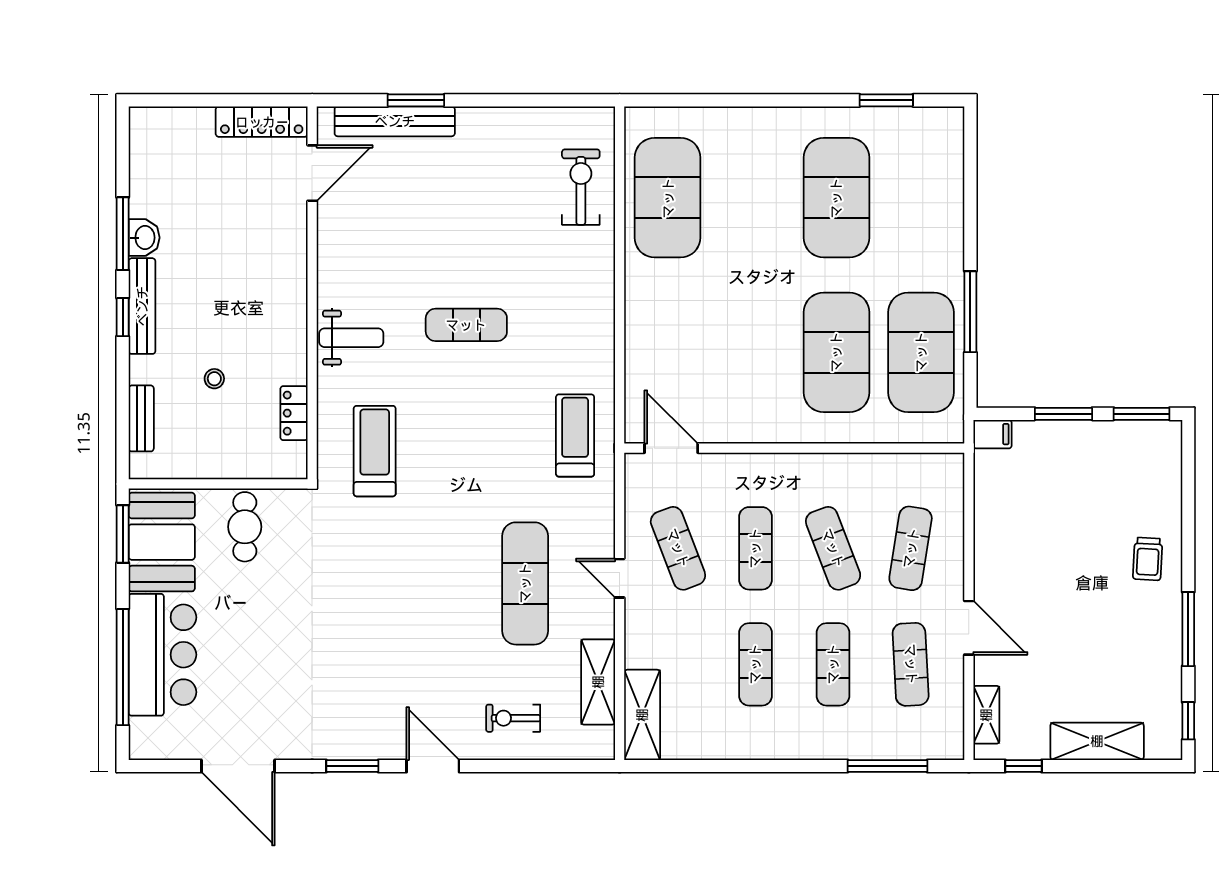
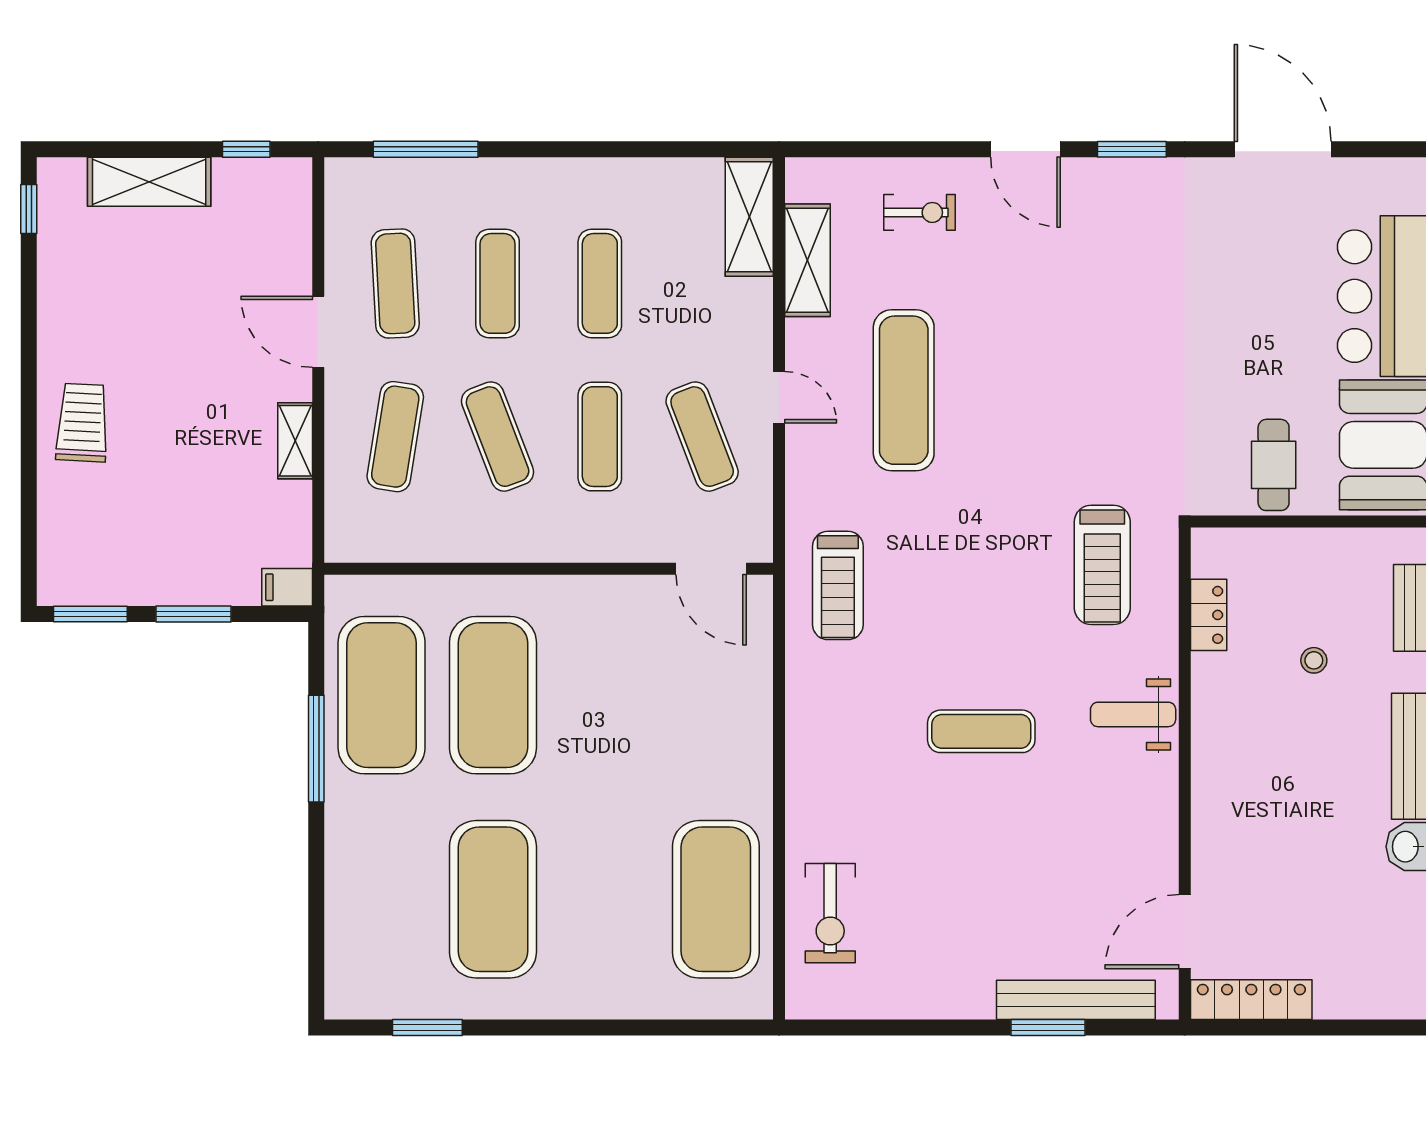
trolley: (1148, 559) -> (82, 423), width x1.36, depth x1.39
window: (1188, 629) -> (29, 330), removed
shelving: (986, 715) -> (295, 441), moved

